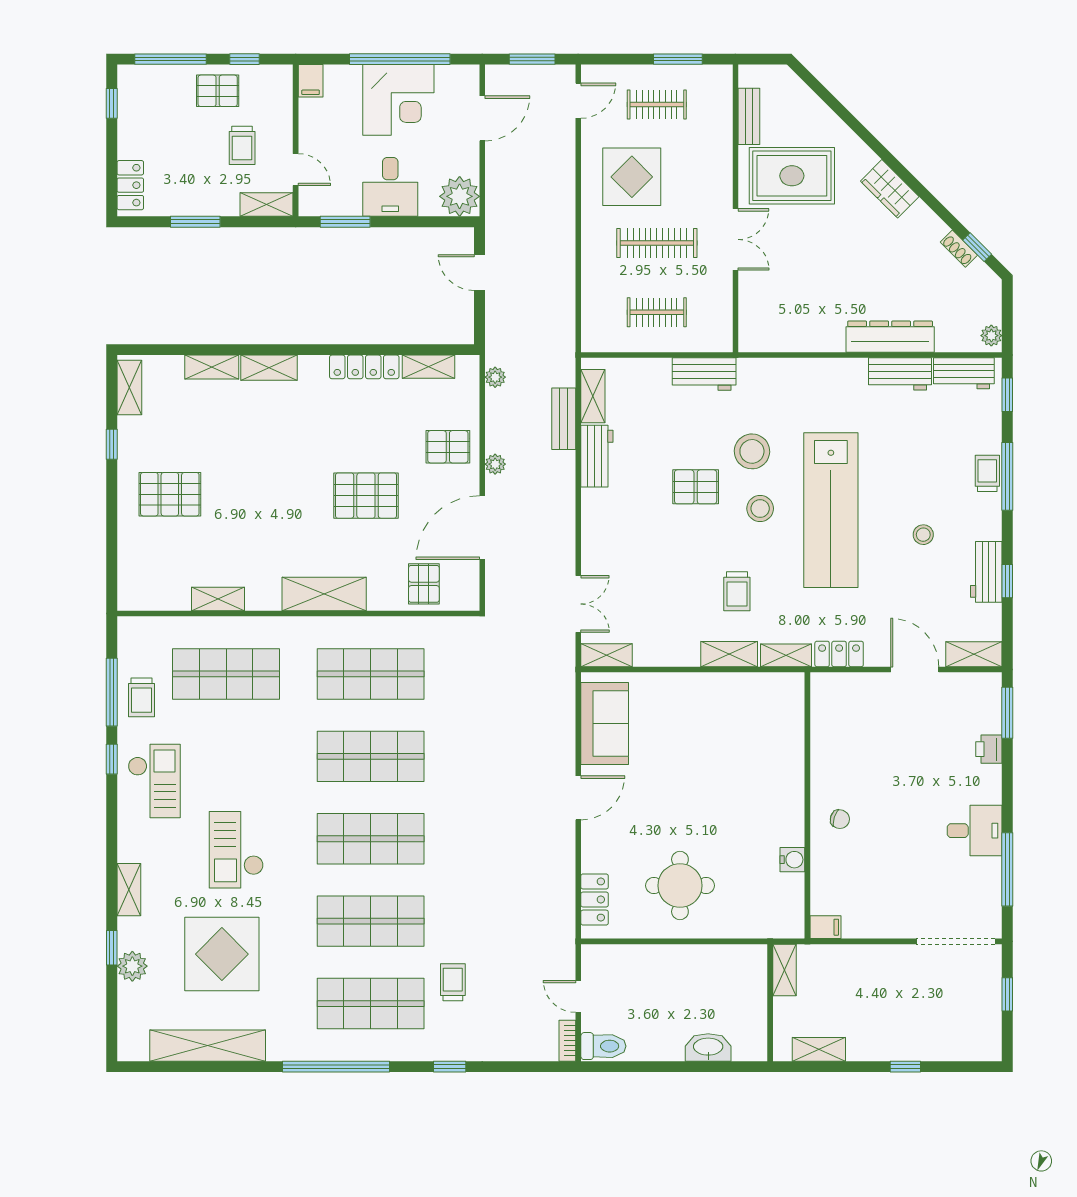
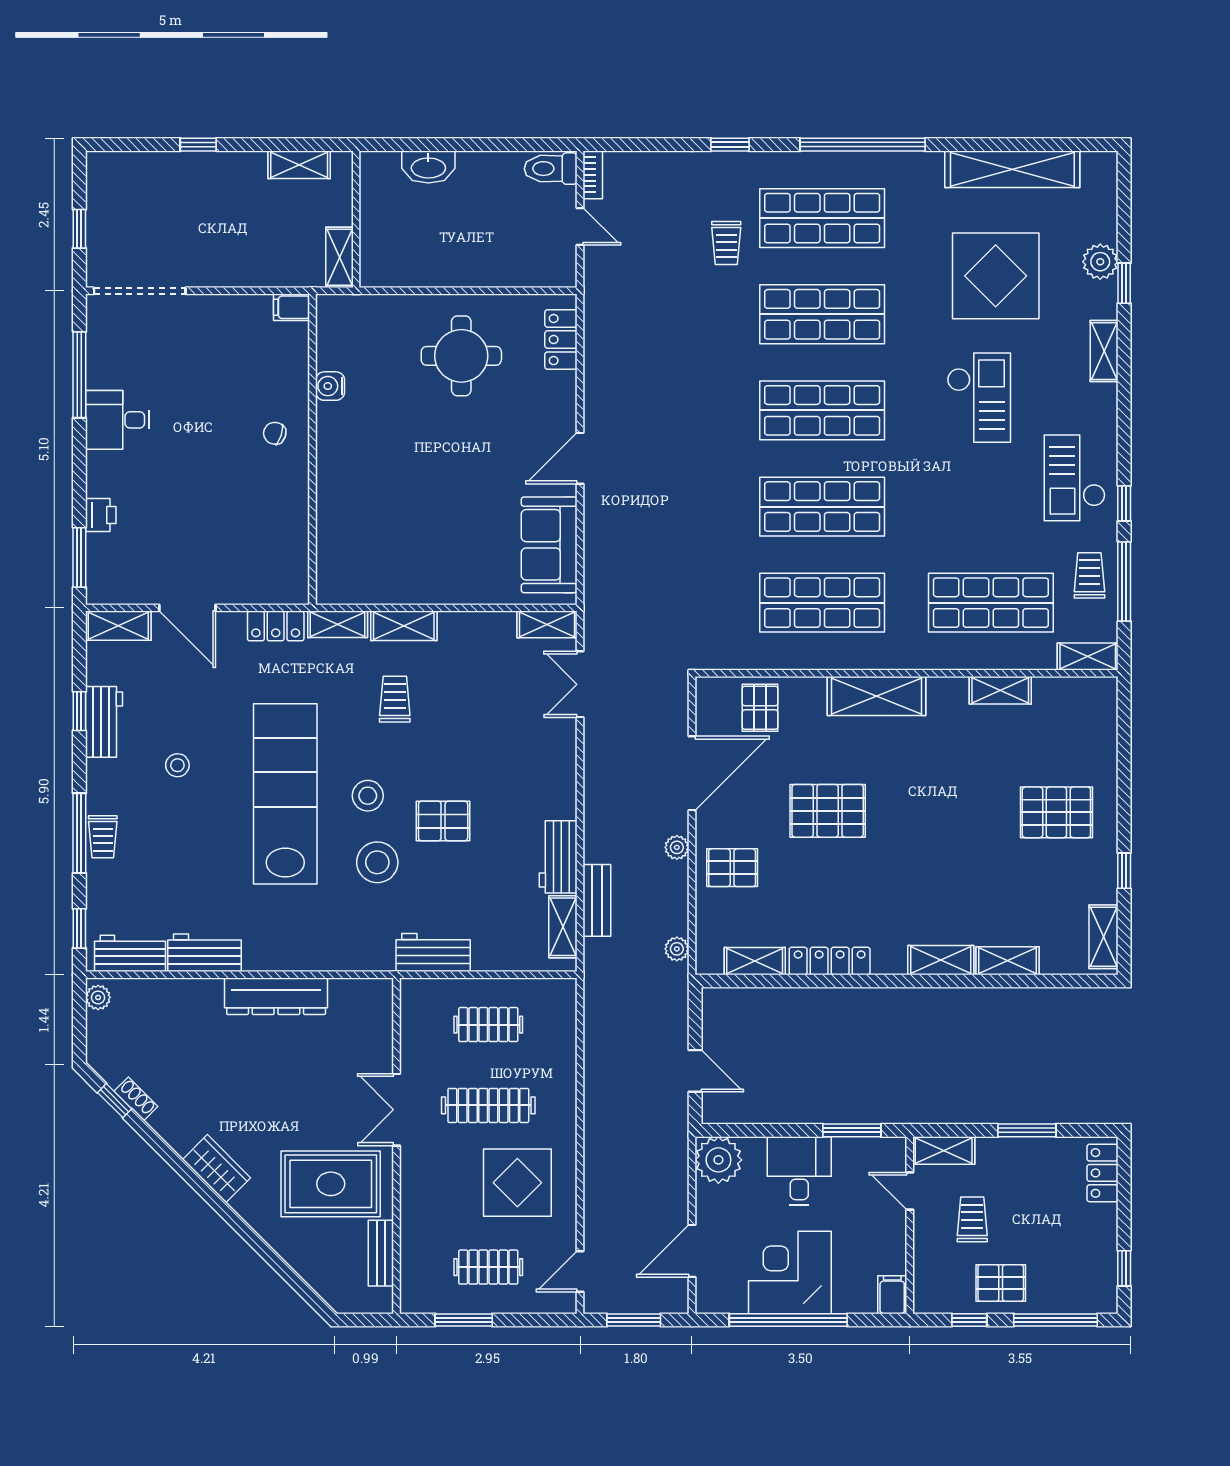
dresser: (890, 337) -> (276, 996), moved
shelving: (143, 628) -> (1088, 656), added

